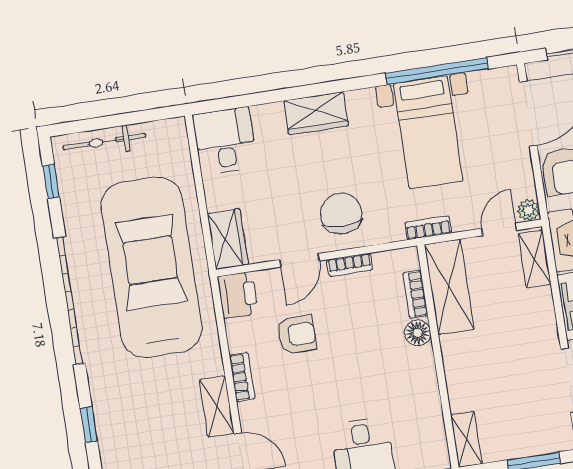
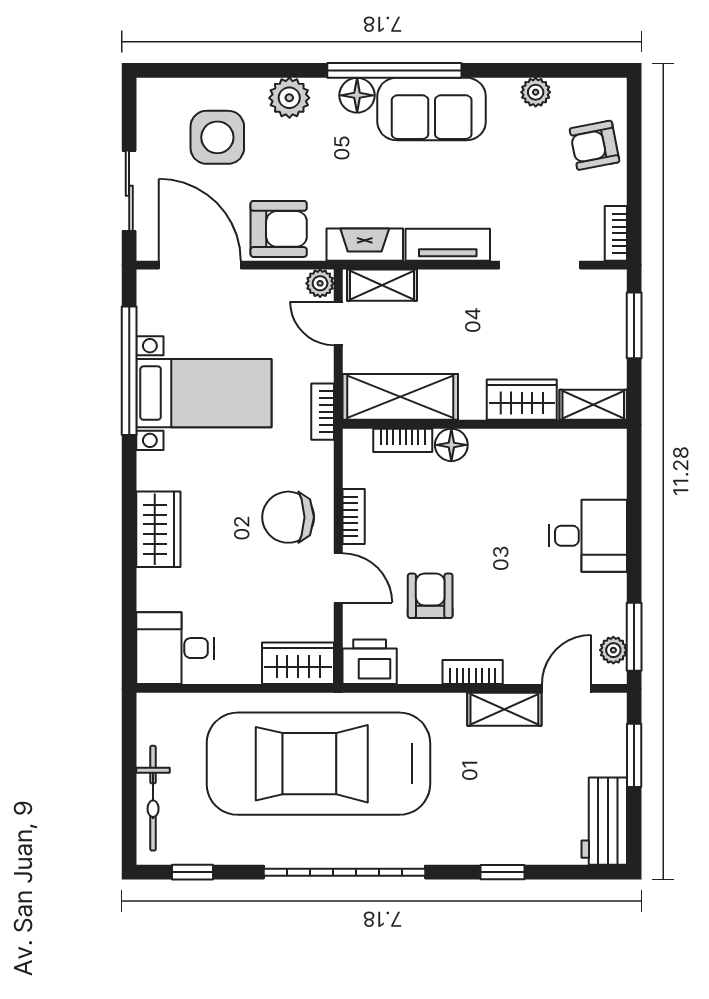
wardrobe: (462, 383) -> (522, 400), added

